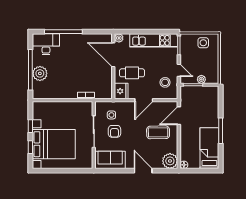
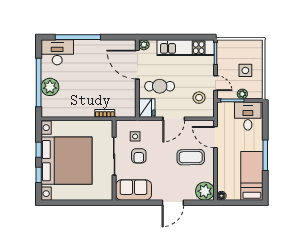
side table: (203, 43) -> (245, 70), moved
desk: (206, 98) -> (248, 116), added
door: (179, 116) -> (215, 137), hinge flipped
bed with nightstands: (54, 144) -> (66, 161), width x1.36
door: (143, 171) -> (173, 203), swing flipped

